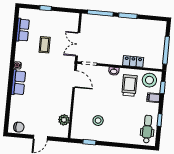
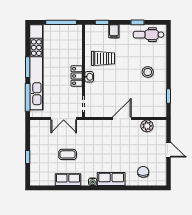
kitchen unit: (127, 24) -> (36, 67), added
row of seats: (23, 30) -> (68, 180), moved
locker: (133, 61) -> (77, 76), moved
door: (75, 79) -> (122, 119), moved
stool: (149, 80) -> (95, 37), removed
trolley: (129, 85) -> (103, 58), turned 180
stool: (98, 121) -> (148, 72), moved
chair: (19, 127) -> (143, 172), moved

